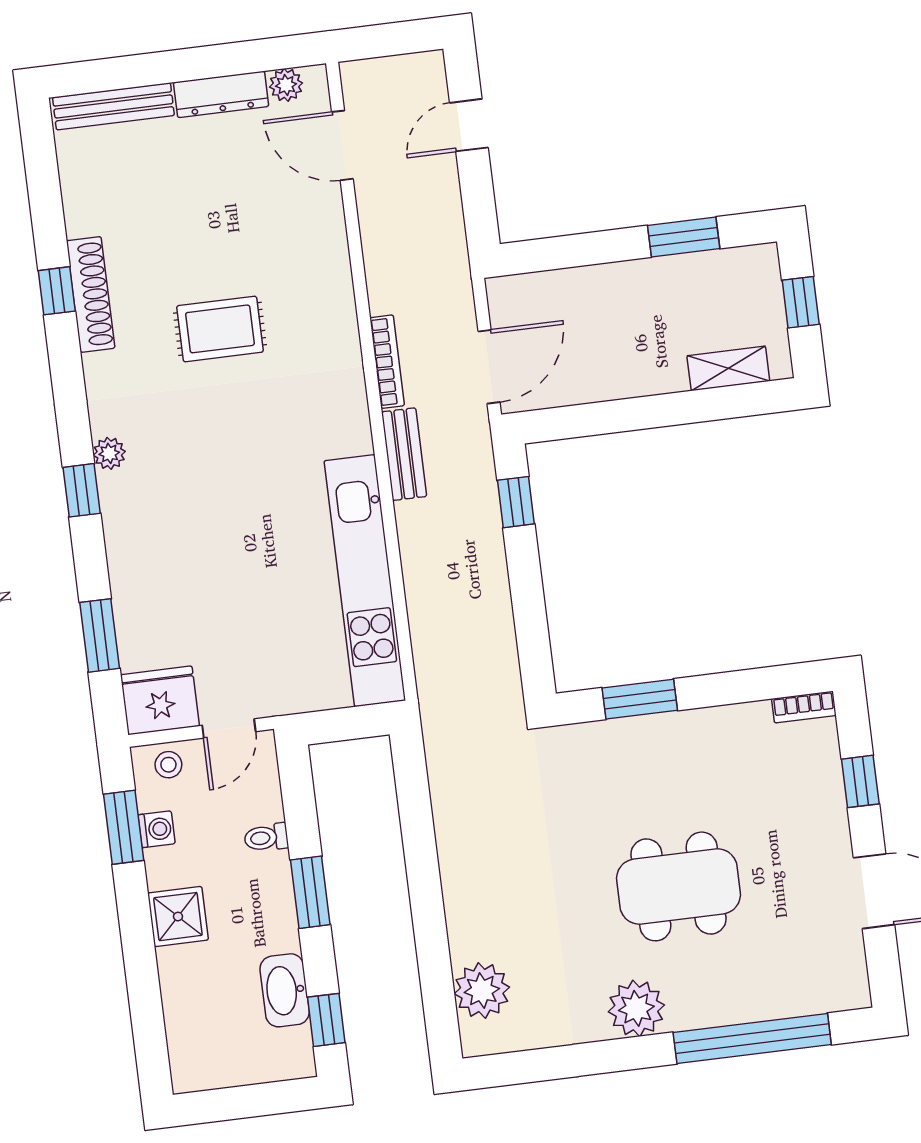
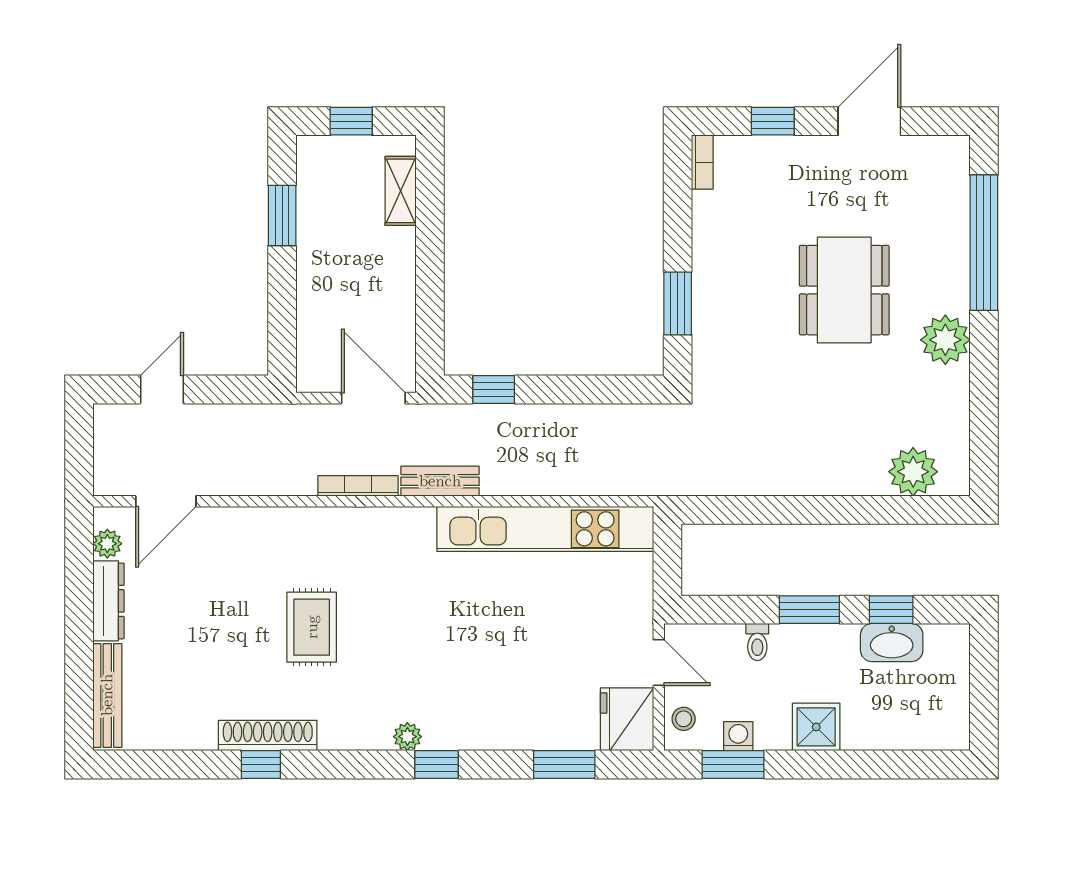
door: (469, 125) -> (162, 389), swing flipped
window: (326, 1020) -> (891, 610), moved

